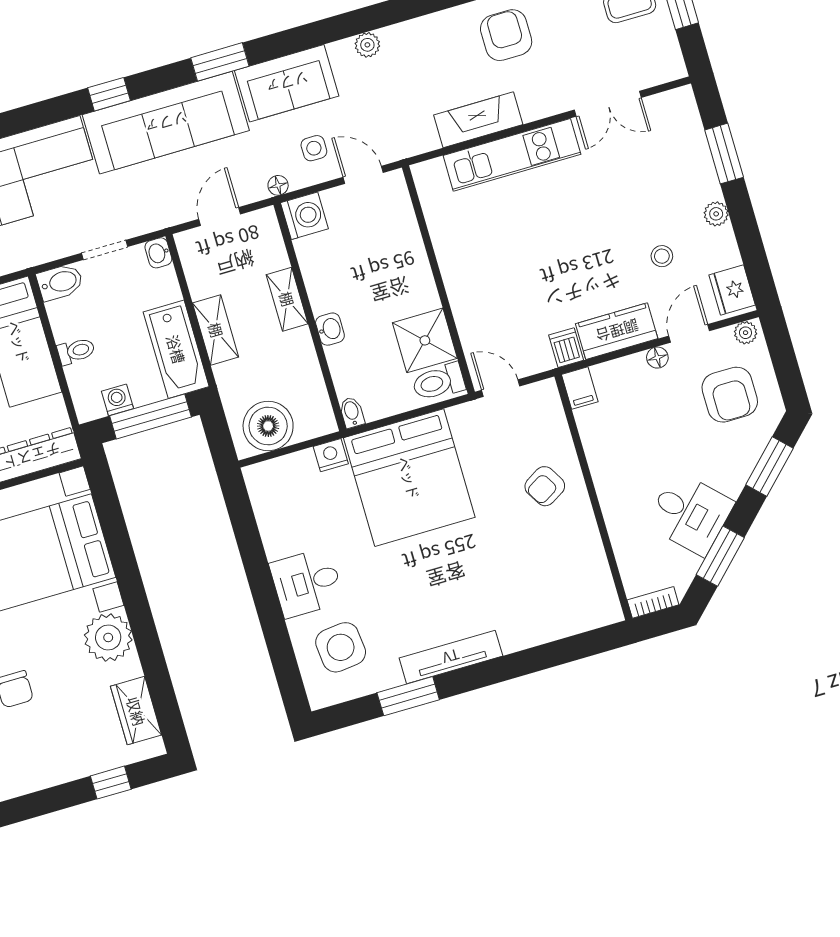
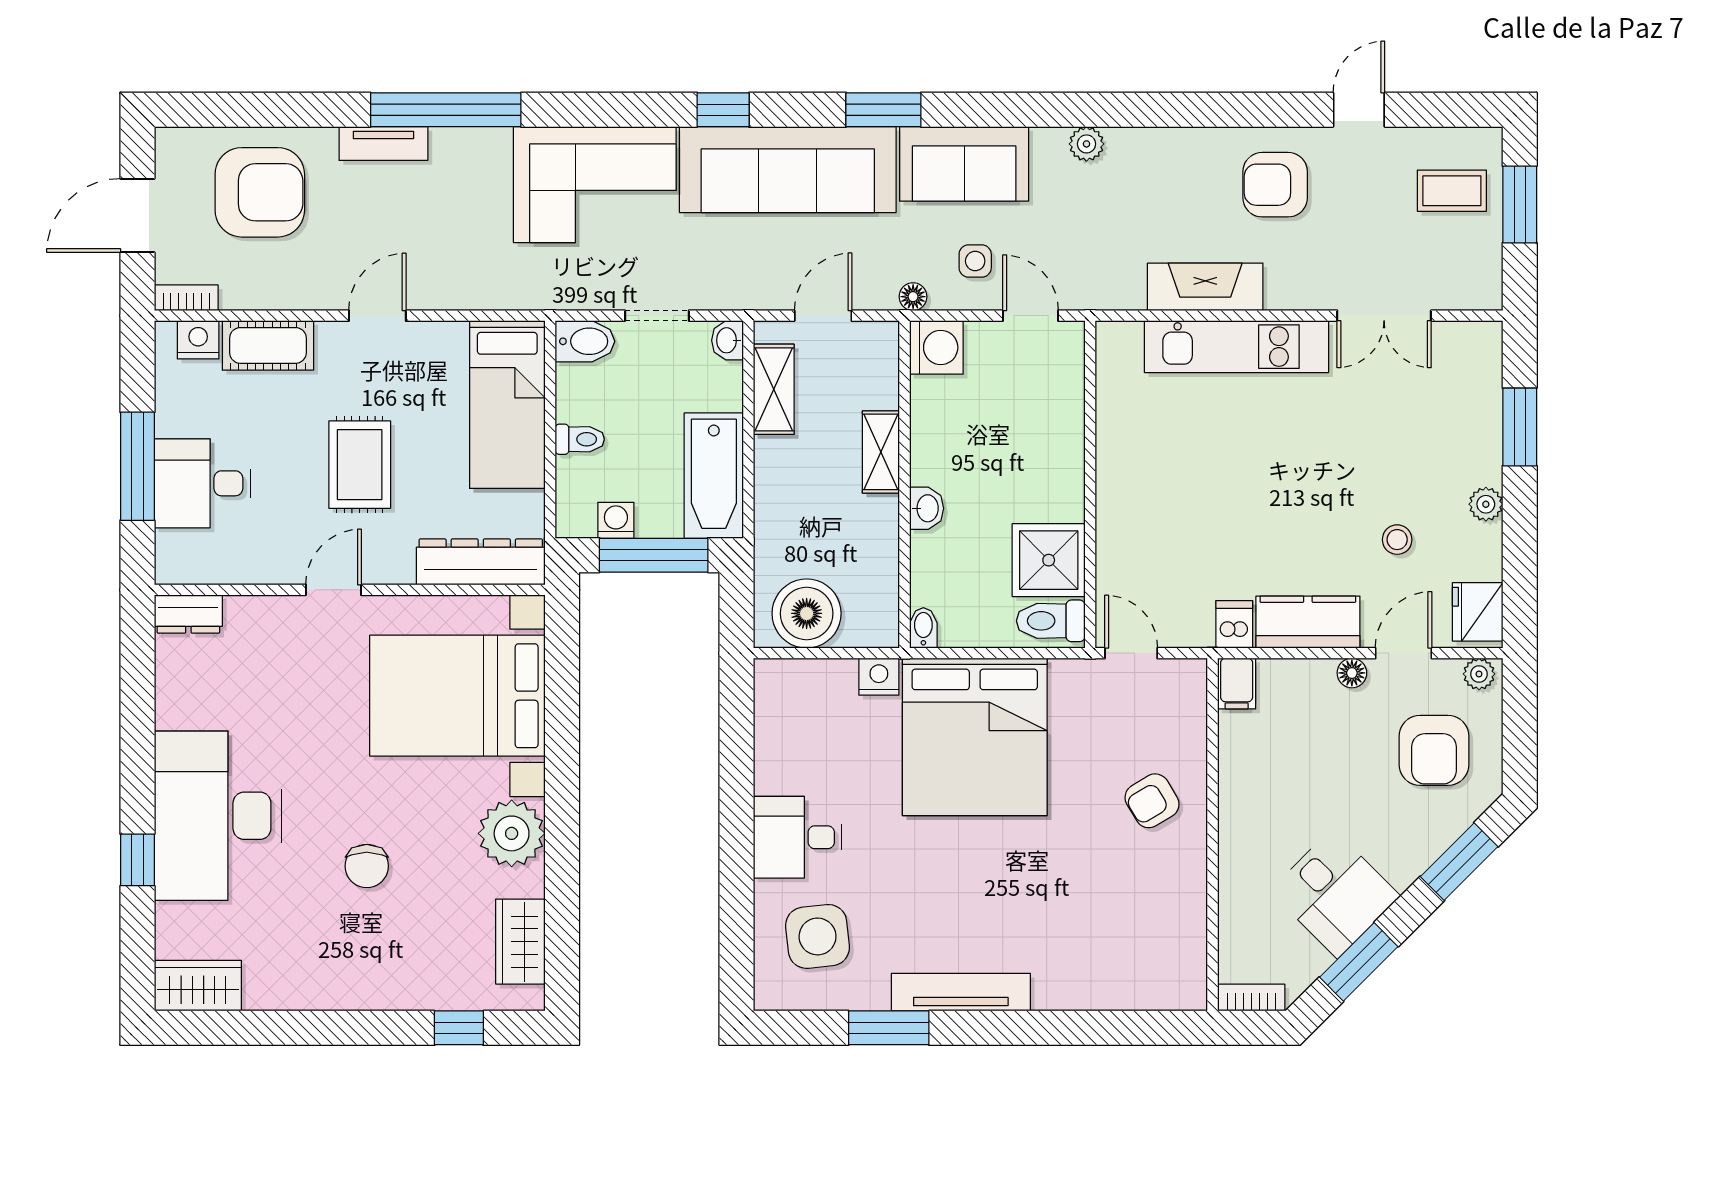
armchair: (506, 35) -> (1275, 185), turned -90
shelving: (216, 330) -> (774, 389), moved

